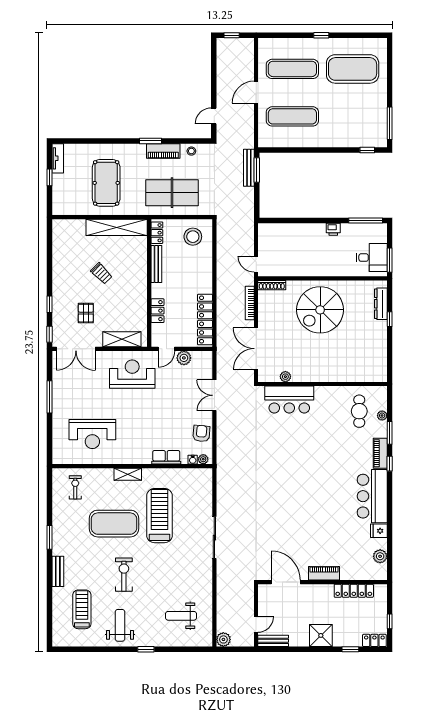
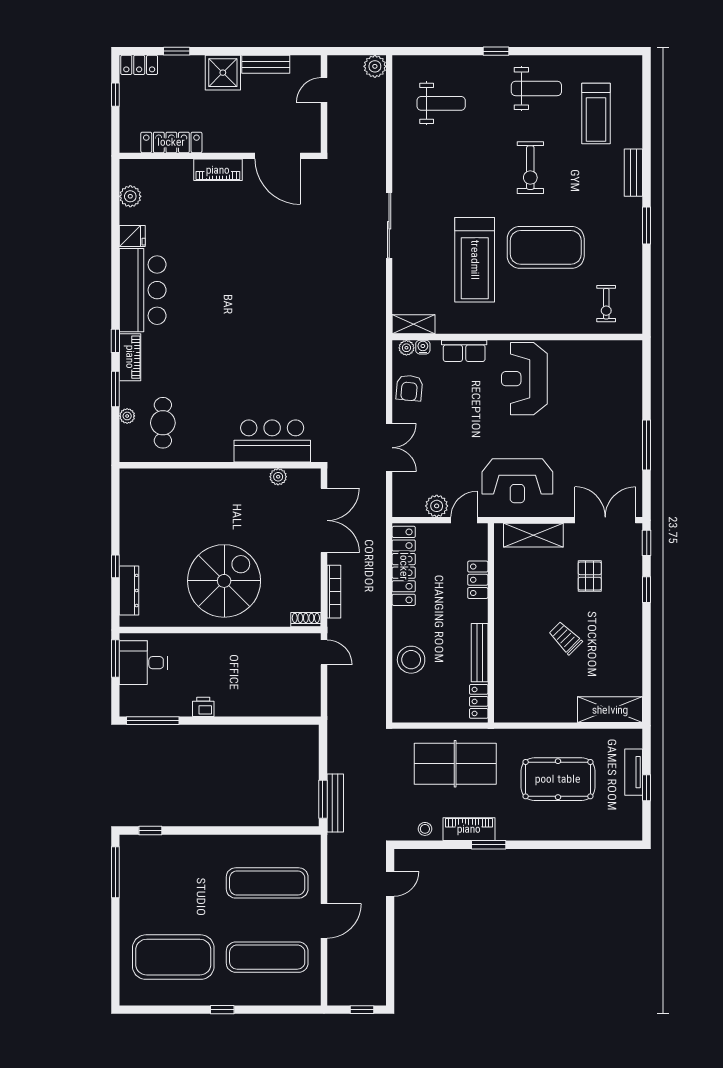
tv unit: (58, 158) -> (634, 772), moved
pool table: (106, 183) -> (558, 779), turned 90
shelving: (117, 227) -> (610, 710), moved, width x0.68
stool: (193, 237) -> (411, 660), moved
shoe rack: (272, 285) -> (306, 620), width x0.70
reception desk: (92, 434) -> (524, 379), moved, turned -90
shelving: (128, 474) -> (414, 324), moved
weight bench: (120, 625) -> (536, 88), turned -90
bench: (273, 641) -> (266, 64), moved

